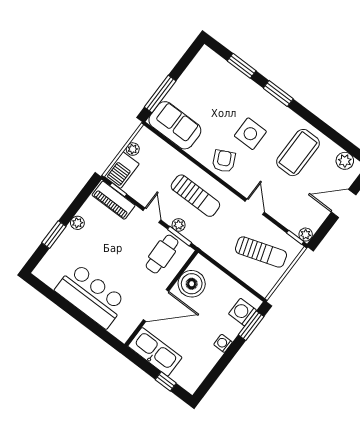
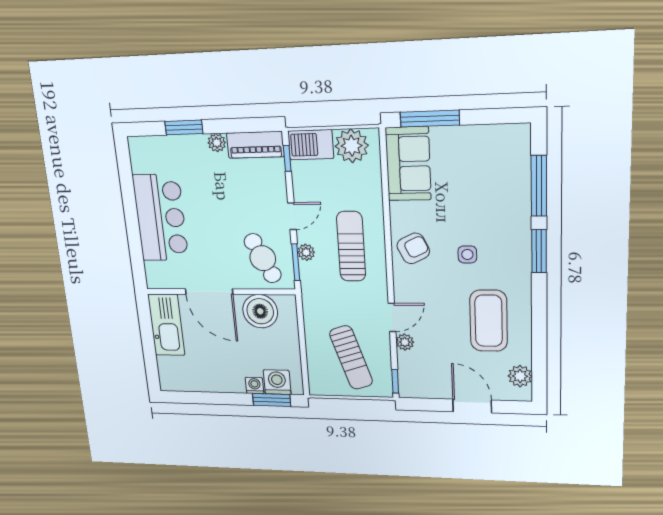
window: (242, 66) -> (539, 186), width x1.44
side table: (250, 134) -> (467, 254), width x0.54, depth x0.54
plant: (133, 149) -> (352, 146), width x1.88, depth x1.88
coffee table: (298, 153) -> (489, 321), turned 90
sun lounger: (195, 196) -> (351, 246), turned 180
piano: (114, 200) -> (255, 145), moved, turned -90
plant: (306, 235) -> (405, 342), moved
cafe table: (162, 254) -> (263, 258), turned 66
washing machine: (223, 343) -> (255, 385), moved
window: (166, 381) -> (150, 356), removed

